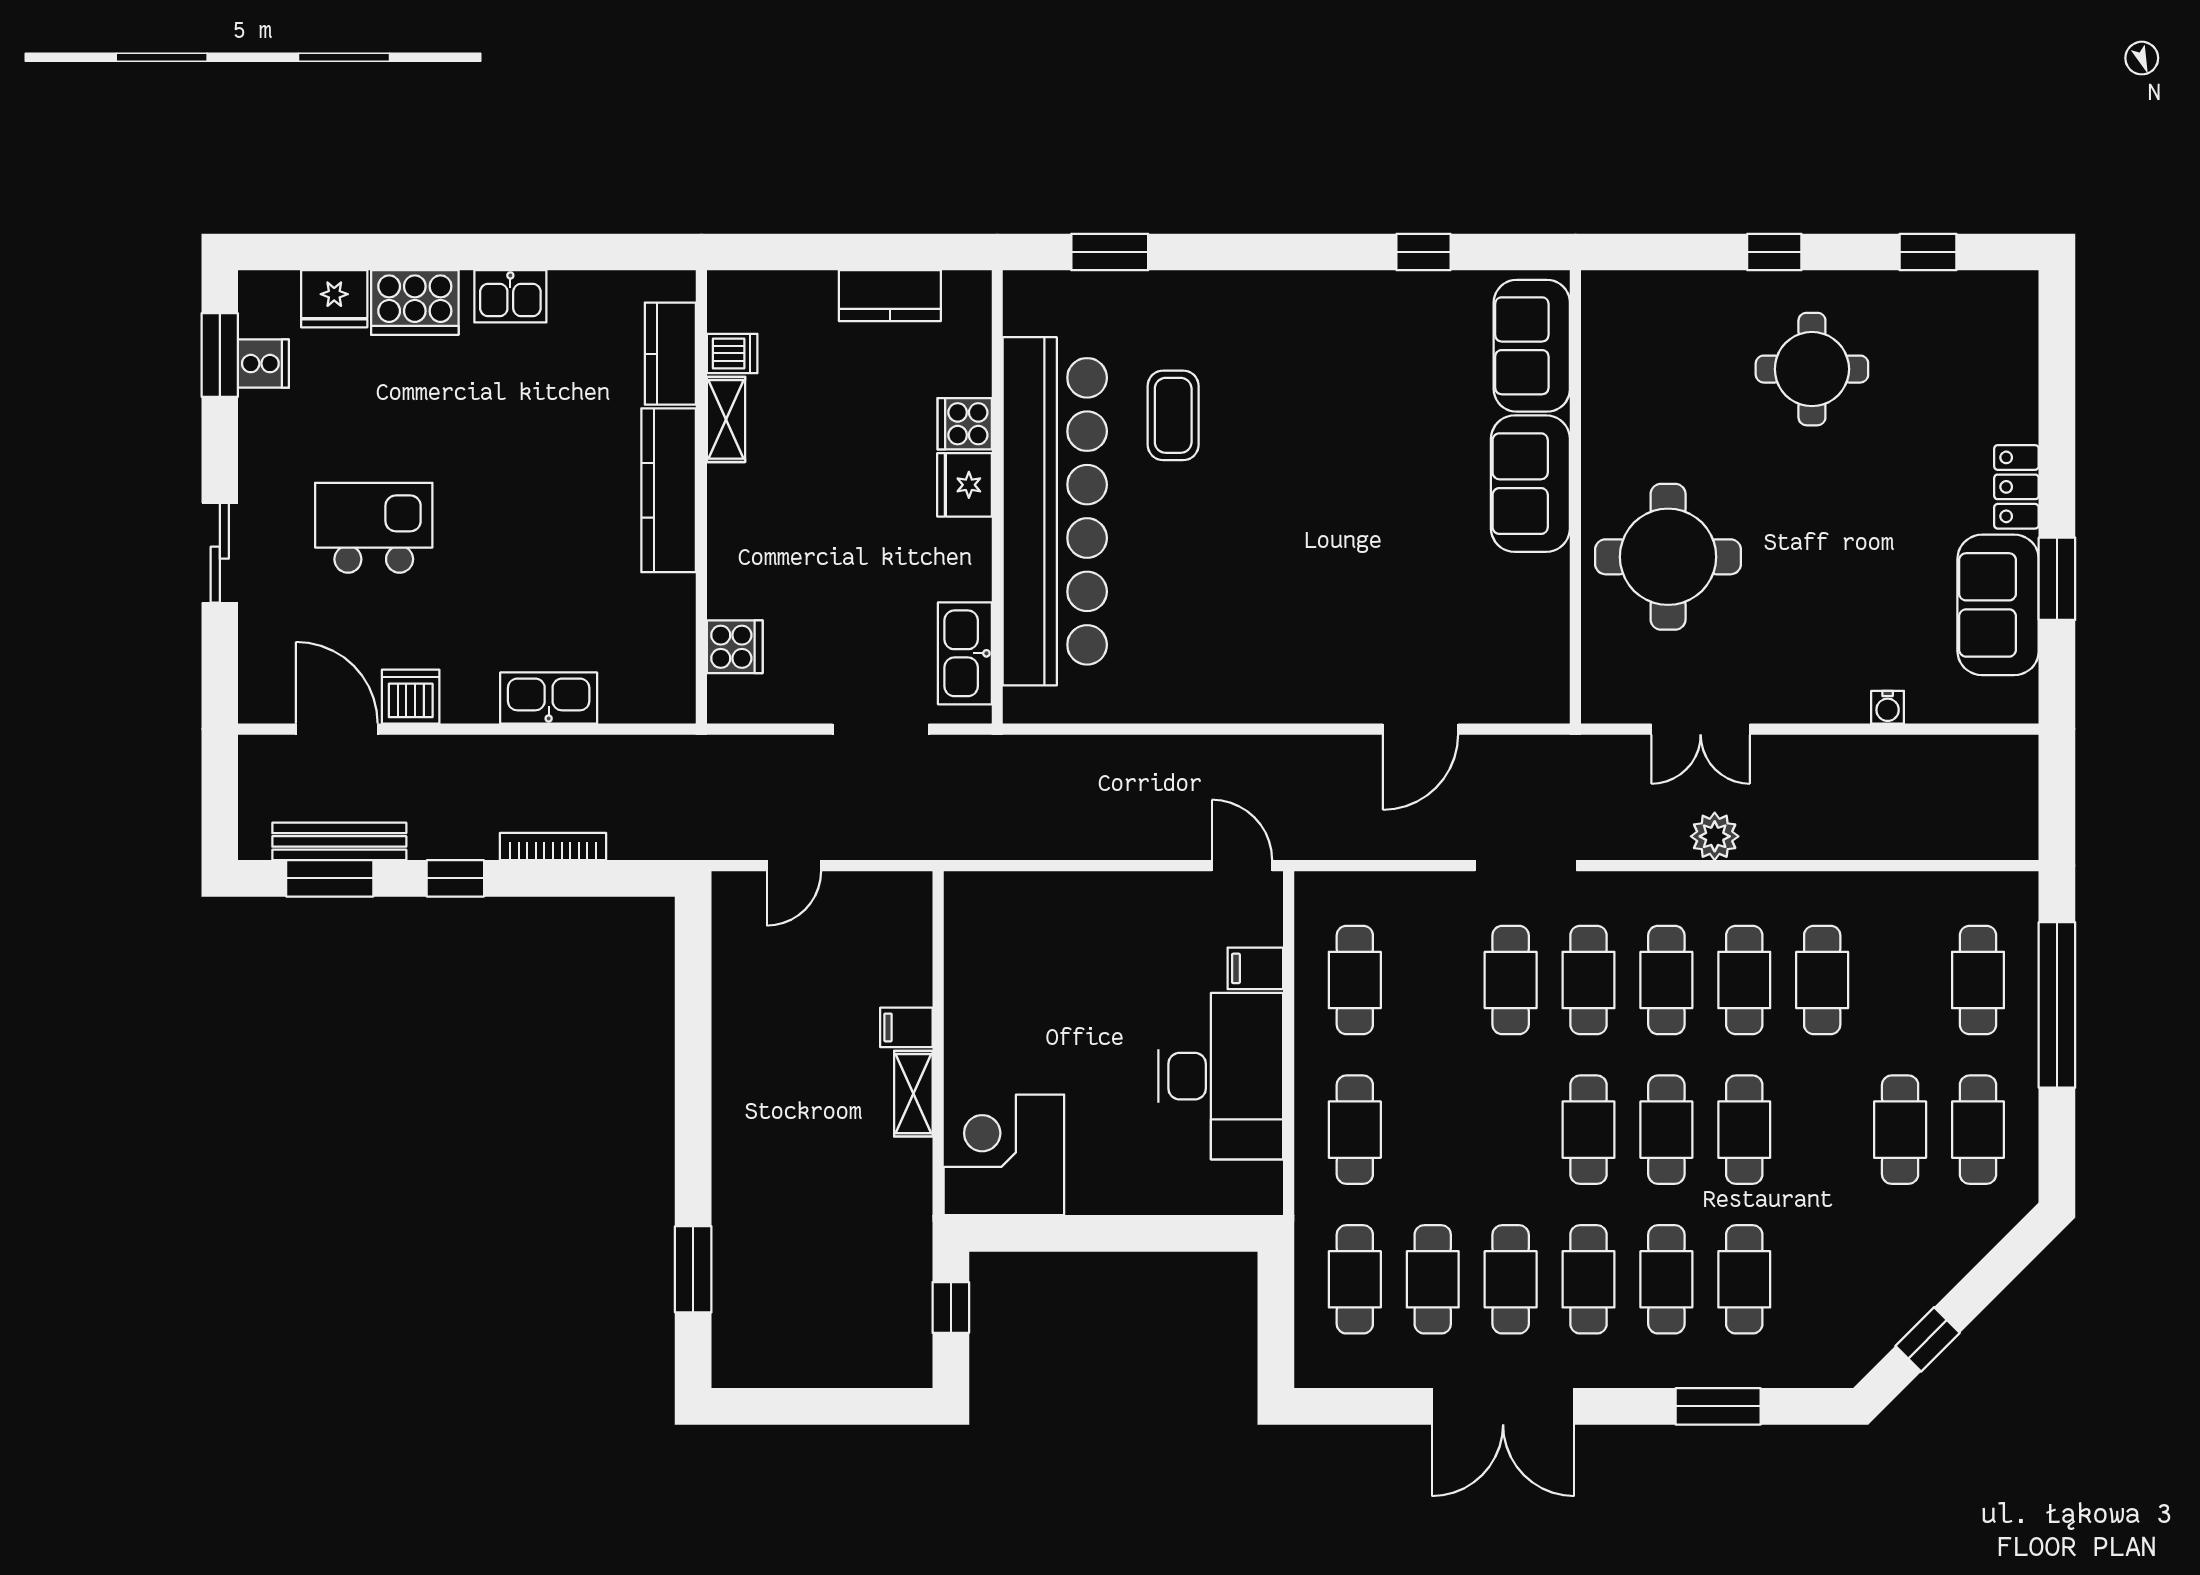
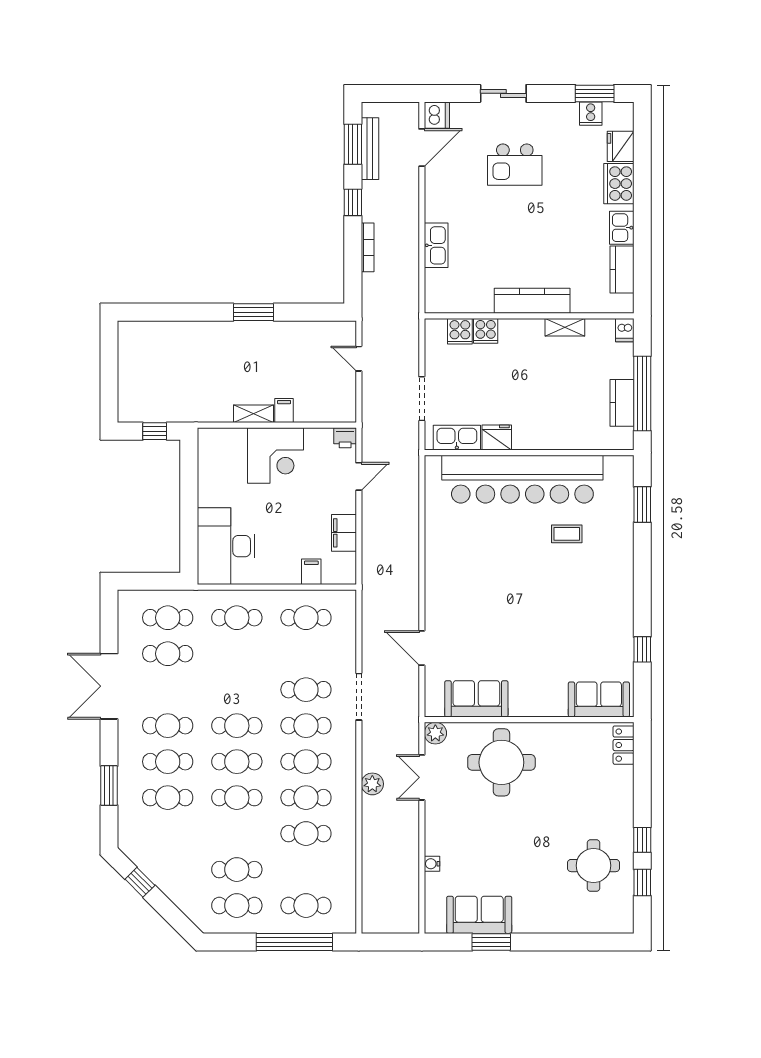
window: (869, 252) -> (642, 394), added
window: (1774, 252) -> (642, 840), moved
dishwasher: (732, 353) -> (625, 330), moved
kitchen counter: (670, 354) -> (622, 270), moved, turned -90
round table: (1812, 369) -> (593, 866), moved
coffee table: (1173, 415) -> (567, 534), width x0.73, depth x0.77
cooker: (965, 424) -> (486, 331), moved, turned 180
sofa: (1530, 484) -> (476, 699), moved
fridge: (964, 485) -> (497, 437), moved
locker: (2016, 487) -> (623, 745), moved, turned -90
kitchen island: (374, 528) -> (515, 165), turned 90
dishwasher: (411, 697) -> (437, 115), moved
plant: (1605, 700) -> (435, 733), added
door: (1242, 866) -> (359, 476), moved
printer: (965, 895) -> (345, 438), added
filing cabinet: (1171, 898) -> (344, 533), added
desk: (1221, 1076) -> (226, 546), moved, turned 90
corner desk: (1004, 1155) -> (275, 456), moved, turned 90
window: (693, 1269) -> (253, 312), moved
cafe table: (1511, 1279) -> (168, 690), removed

